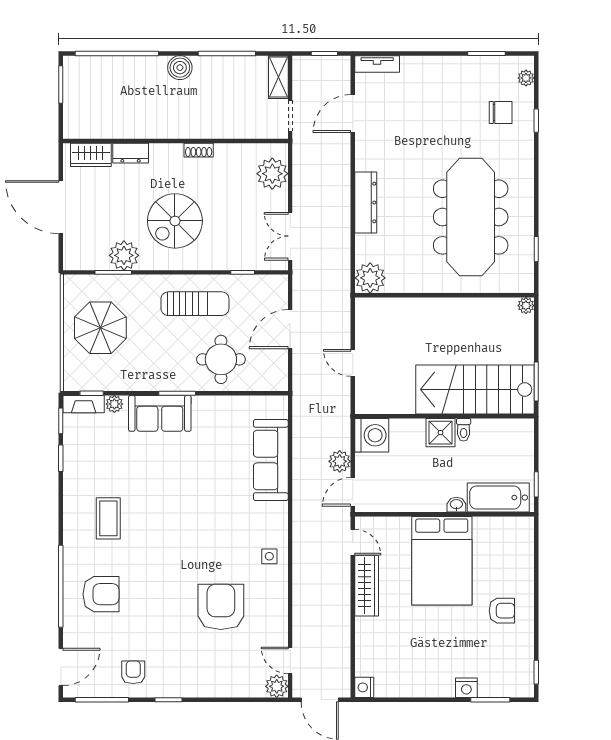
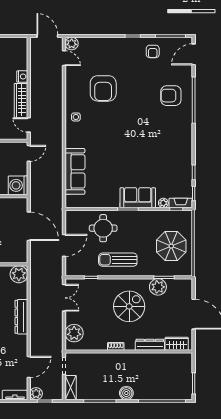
dresser: (131, 153) -> (150, 345), width x1.44
door: (353, 363) -> (29, 226), width x1.88
plant: (340, 461) -> (36, 394), moved
coffee table: (108, 518) -> (167, 138), removed
nightstand: (364, 687) -> (22, 76), moved

